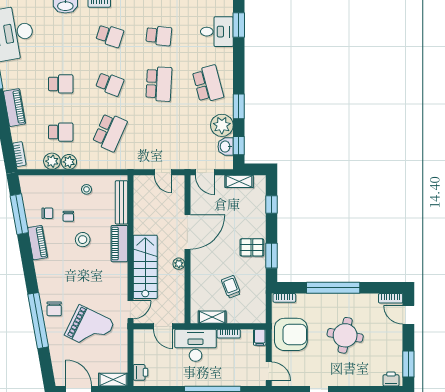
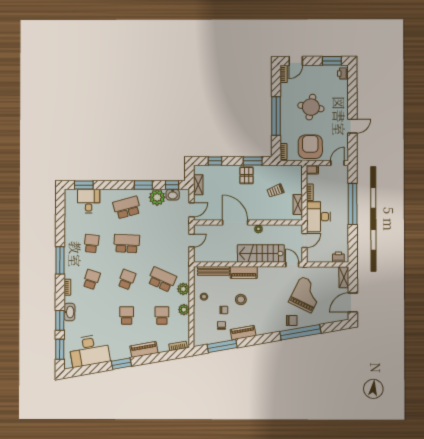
plant: (52, 161) -> (183, 289), moved

